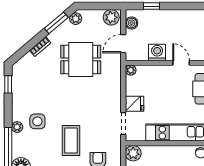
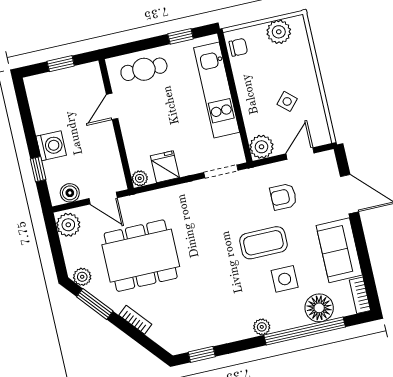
washing machine: (157, 52) -> (51, 146), moved, turned 180
dining table: (81, 59) -> (141, 256), width x1.38
fridge: (135, 104) -> (165, 167), moved
side table: (37, 121) -> (285, 279), moved

